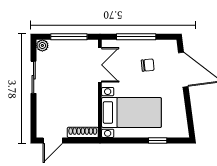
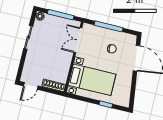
double door: (100, 65) -> (78, 40), swing flipped

